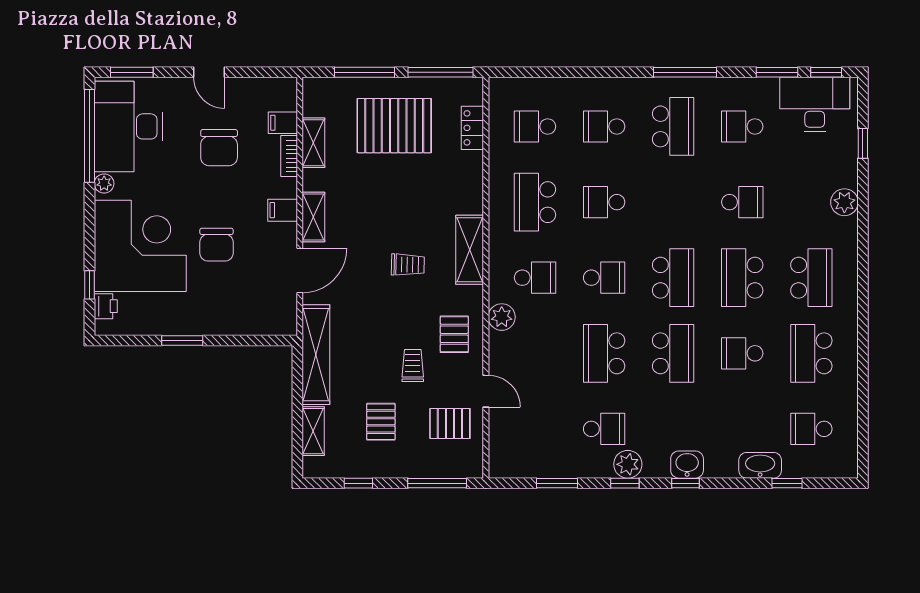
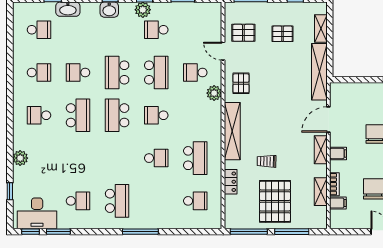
window: (685, 72) -> (140, 232), moved
pallet: (394, 126) -> (275, 201), turned 90
school desk: (604, 126) -> (156, 201), removed
school desk: (673, 126) -> (117, 201), turned 180
locker: (472, 128) -> (231, 182), moved
school desk: (742, 202) -> (78, 158), removed
shelving: (470, 250) -> (232, 131), width x1.47
trolley: (408, 265) -> (267, 161), moved
school desk: (535, 278) -> (195, 73), moved
school desk: (811, 278) -> (39, 115), width x0.54
school desk: (742, 353) -> (78, 73), turned 180
school desk: (811, 353) -> (39, 73), width x0.54
trolley: (413, 365) -> (264, 66), removed
pallet: (381, 422) -> (282, 34), turned 90

